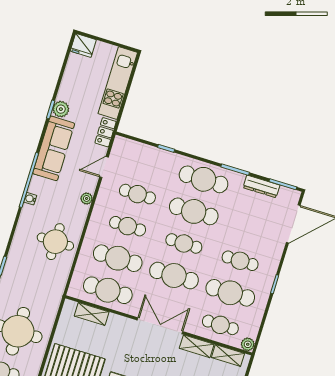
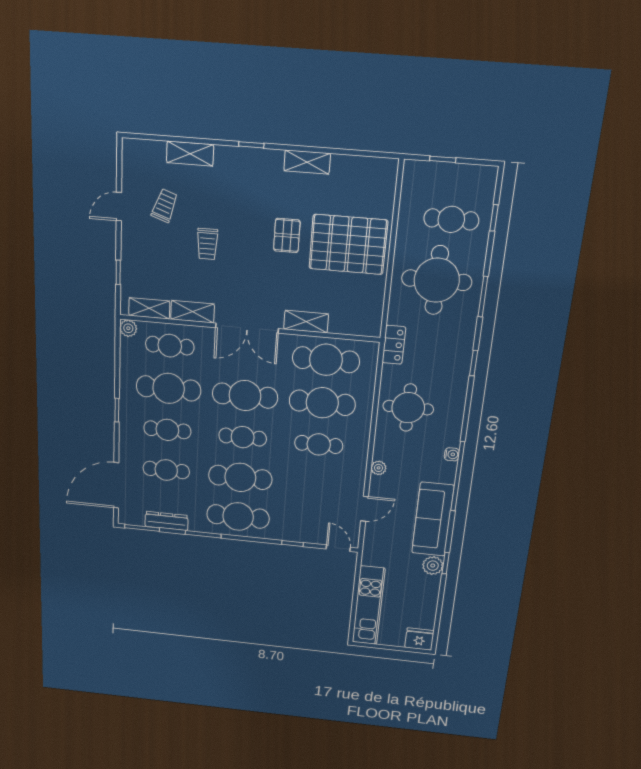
locker: (106, 132) -> (394, 345), moved
door: (131, 138) -> (338, 548), added
cafe table: (137, 194) -> (166, 470), moved
shelving: (92, 314) -> (306, 322), moved

